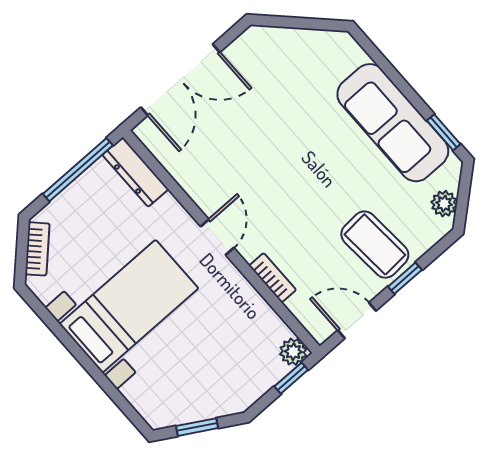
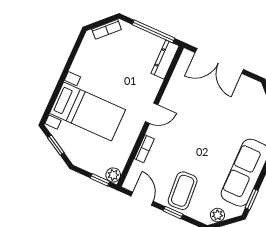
bed with nightstands: (129, 306) -> (88, 111), moved

